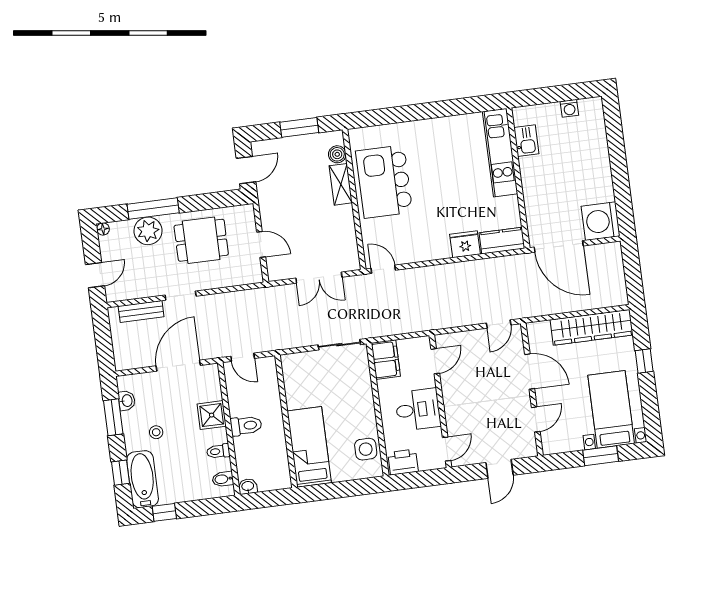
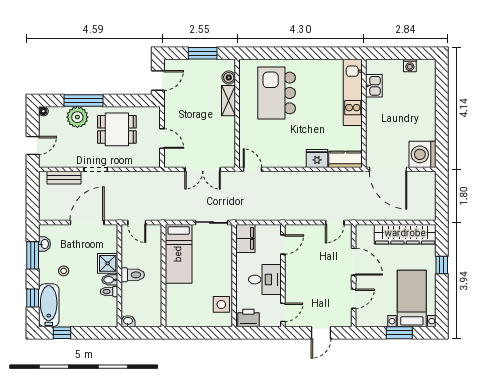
kitchen island: (384, 182) -> (277, 93), moved
bed: (309, 447) -> (179, 254), moved, turned 180
bidet: (223, 479) -> (110, 280), moved

